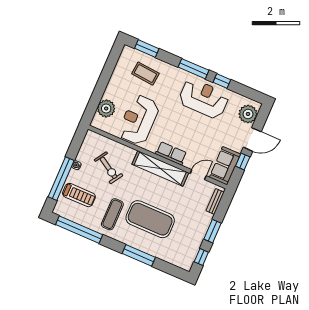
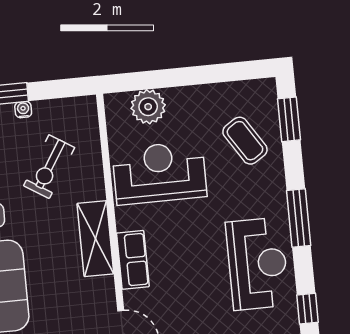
coffee table: (145, 74) -> (245, 141), turned -38
window: (222, 81) -> (308, 309), moved
shelving: (160, 168) -> (95, 239), width x0.68

